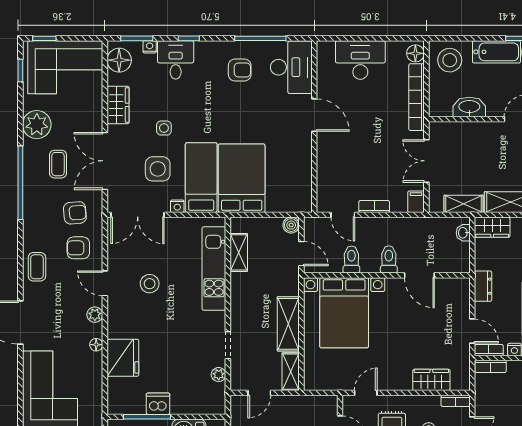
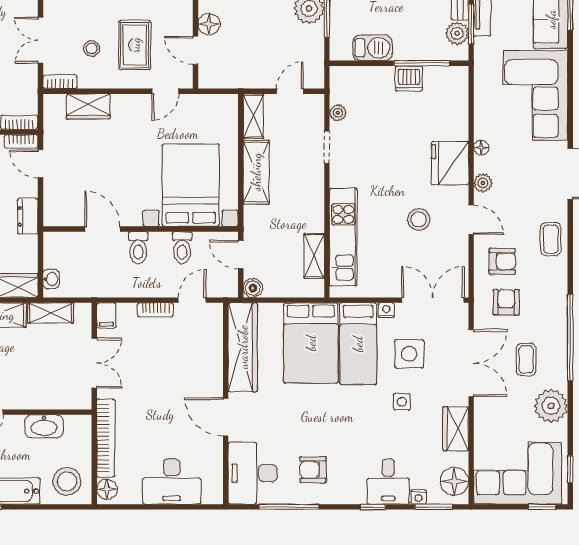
wardrobe: (300, 174) -> (243, 347), added
armchair: (75, 213) -> (506, 302), turned 95
door: (343, 215) -> (192, 300), hinge flipped
fridge: (123, 358) -> (450, 163), moved

